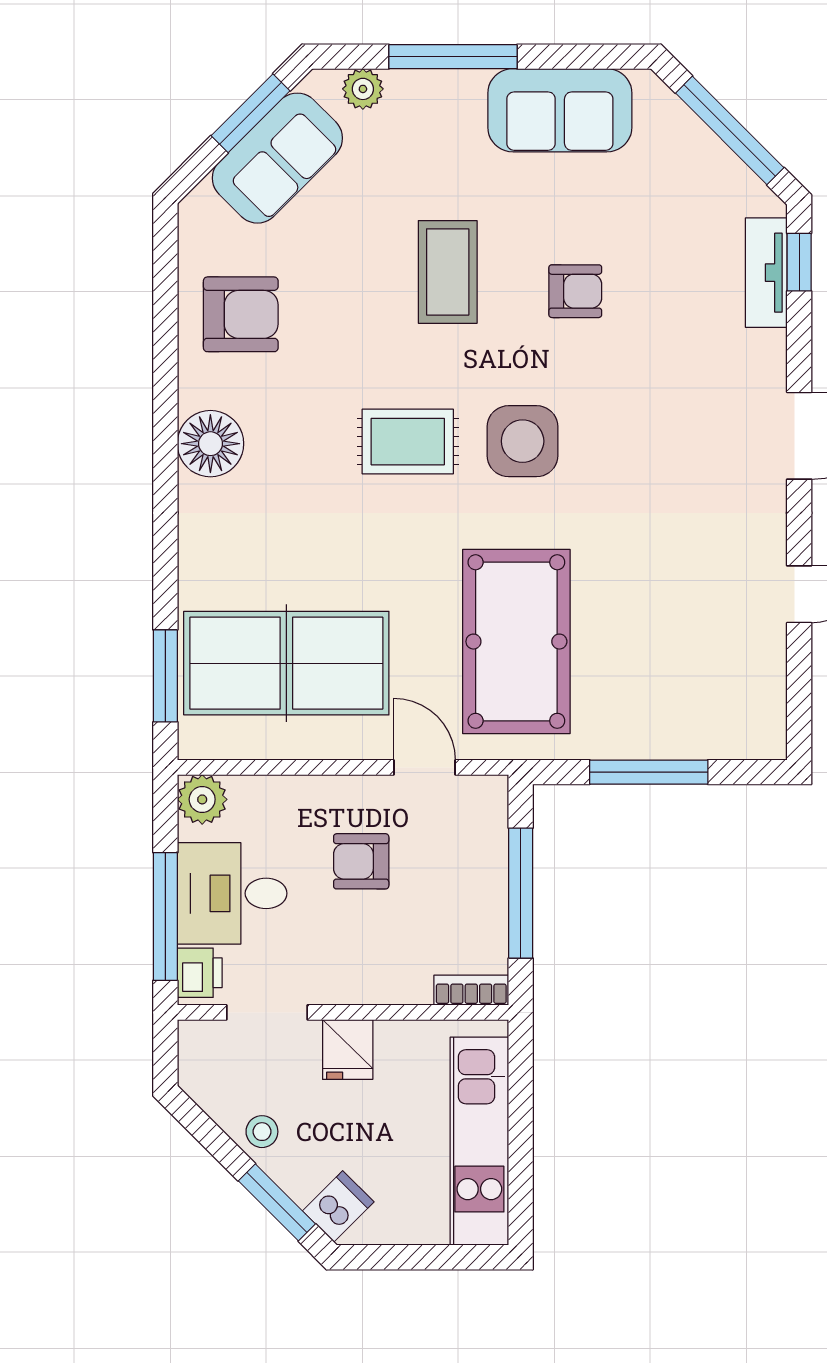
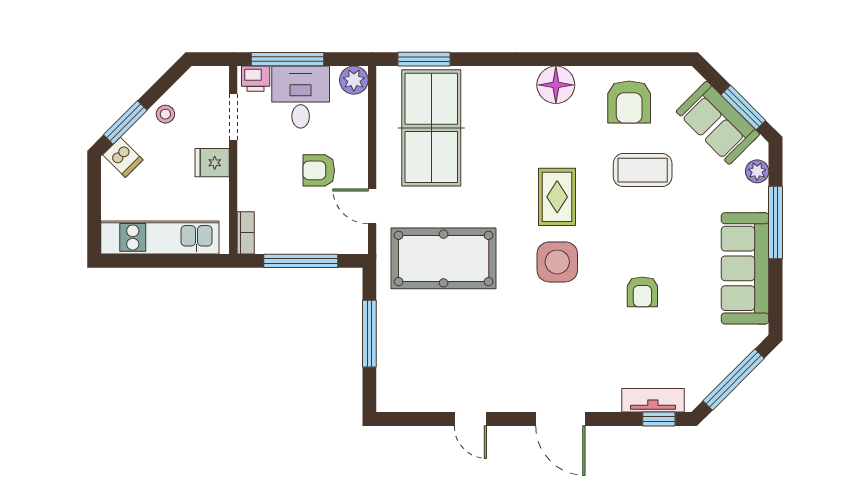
sofa: (560, 110) -> (745, 268), width x1.36
coffee table: (448, 272) -> (643, 170), moved
door: (425, 767) -> (372, 206), swing flipped
armchair: (361, 861) -> (319, 170), turned -90

